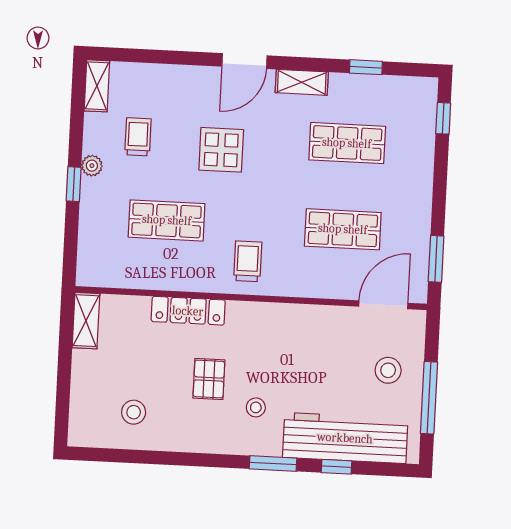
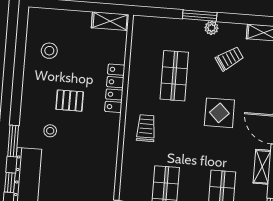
trolley: (138, 137) -> (229, 59), turned -34
window: (74, 184) -> (200, 16), width x1.50
trolley: (248, 261) -> (146, 128), turned -90

